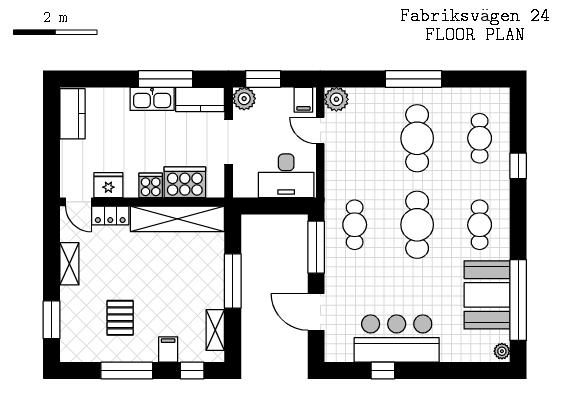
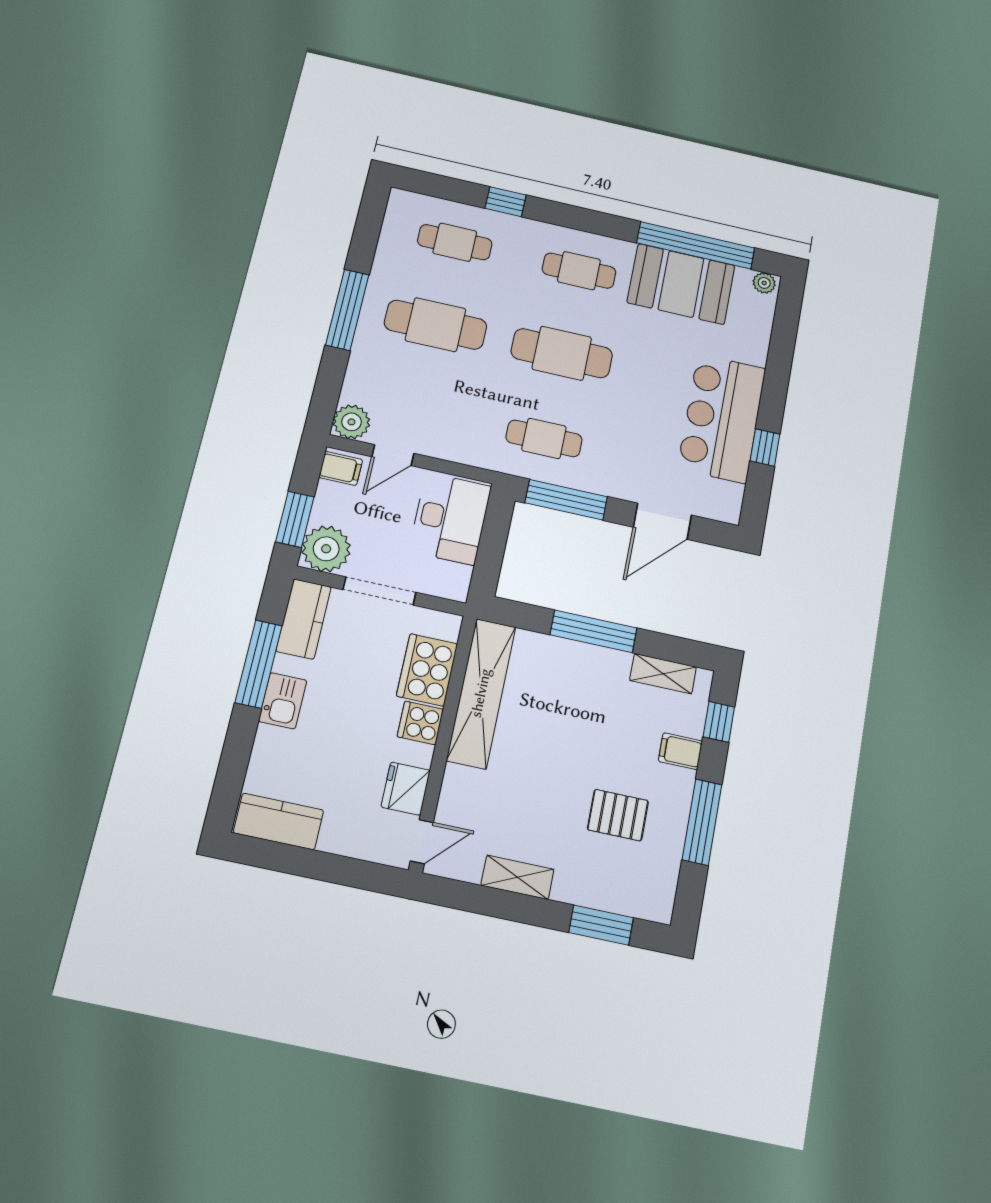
kitchen sink: (152, 99) -> (283, 701), width x0.73
plant: (244, 99) -> (326, 549), width x1.36, depth x1.36
locker: (110, 215) -> (454, 796), removed

